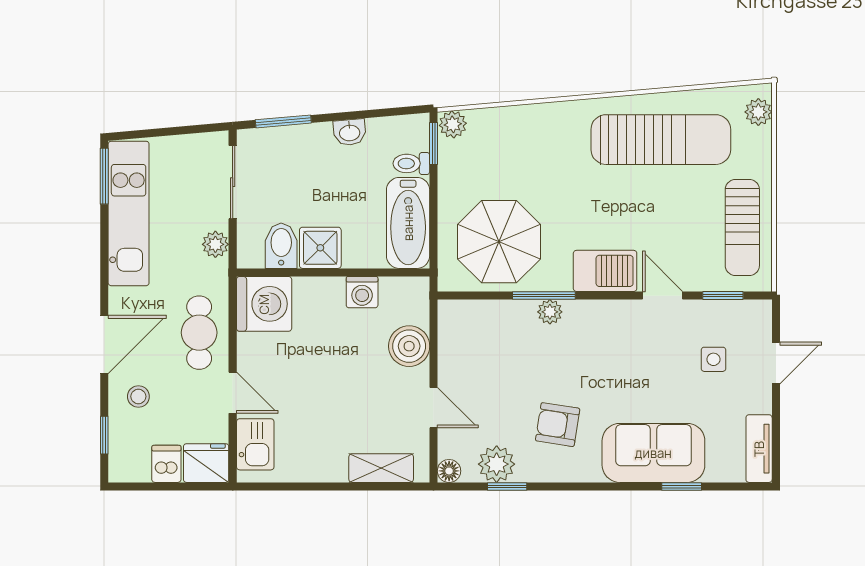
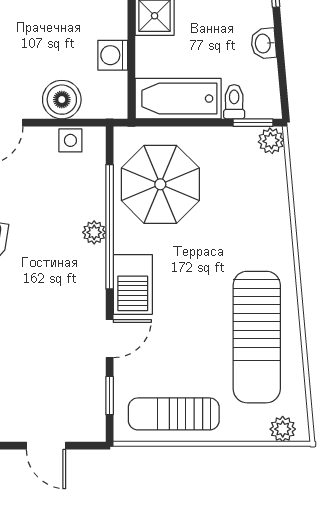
window: (544, 296) -> (110, 227), width x2.11
side table: (713, 359) -> (70, 140), moved

